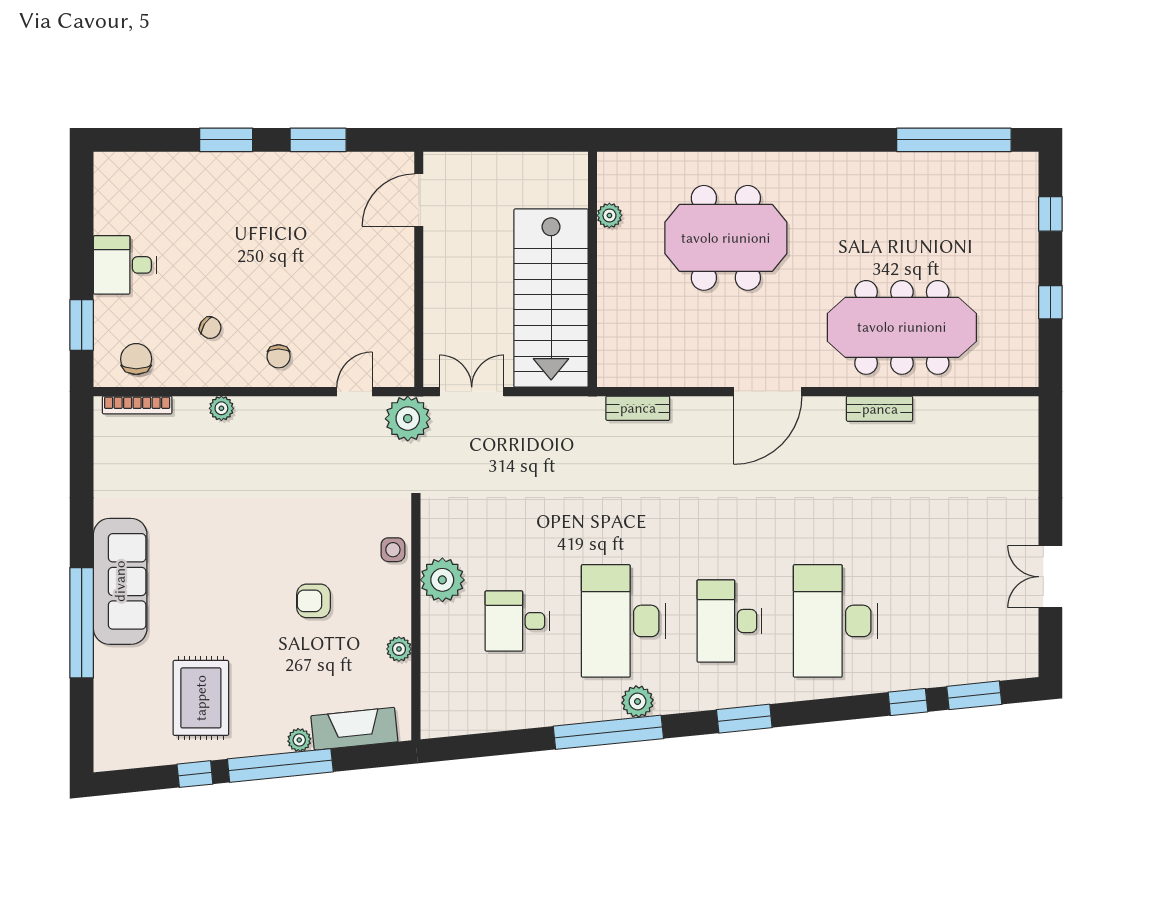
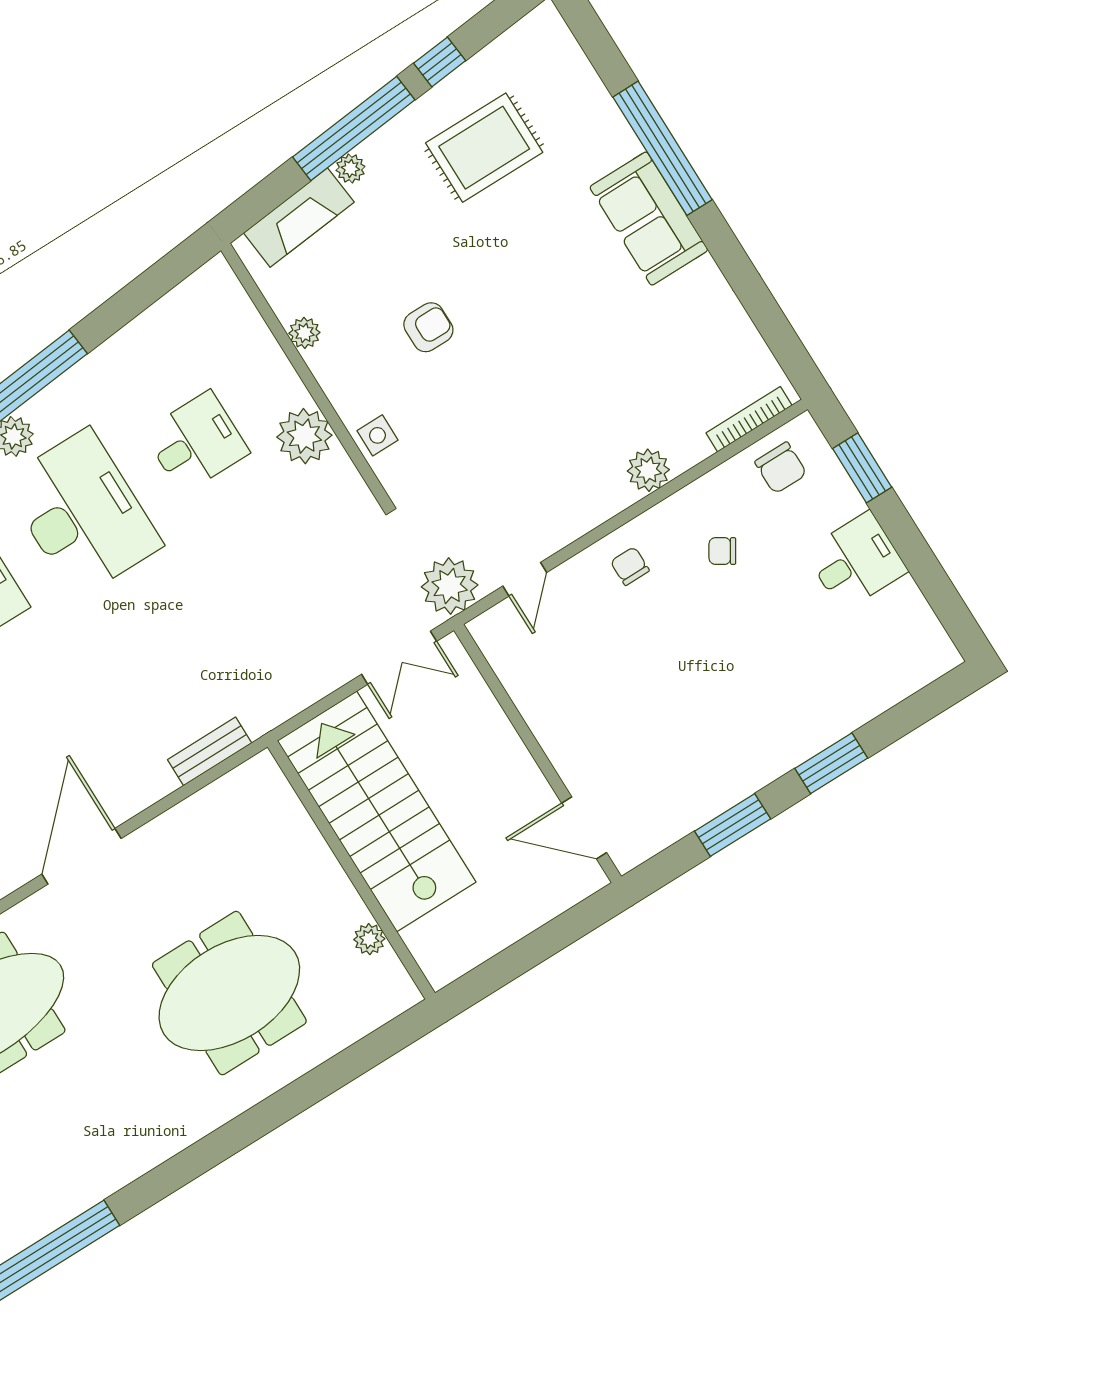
door: (419, 200) -> (584, 828), swing flipped
plant: (221, 408) -> (648, 470), width x1.38, depth x1.38
sofa: (120, 581) -> (649, 219), width x0.73
rug: (201, 698) -> (484, 148), turned 90

